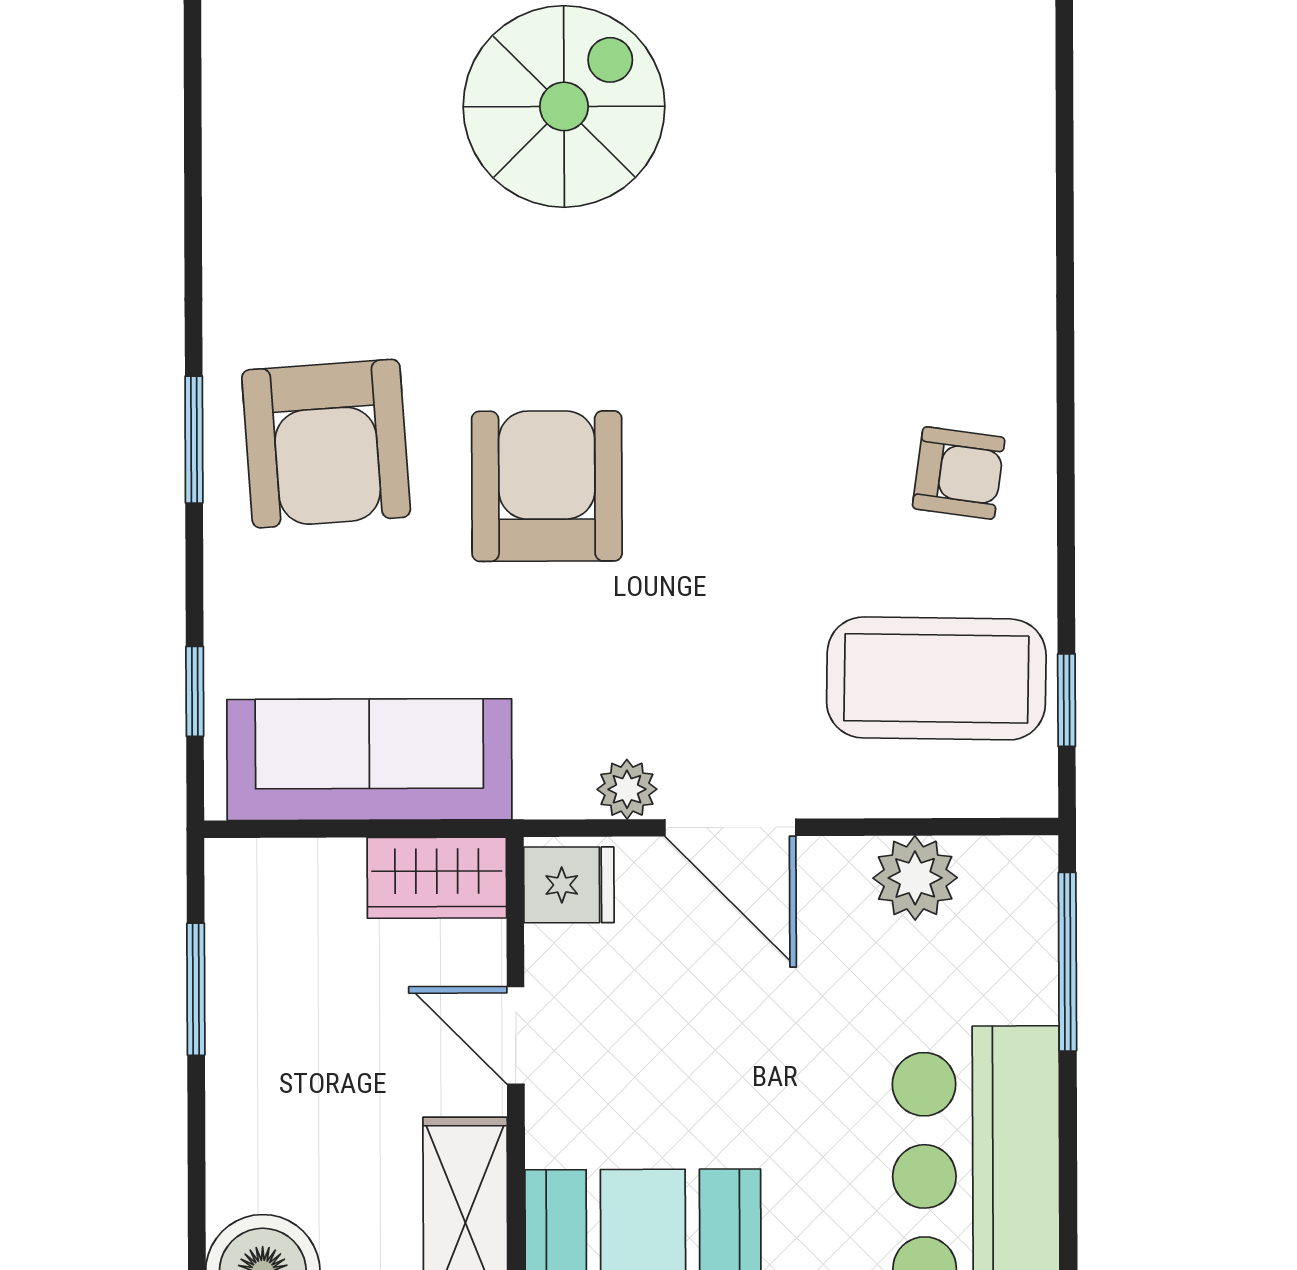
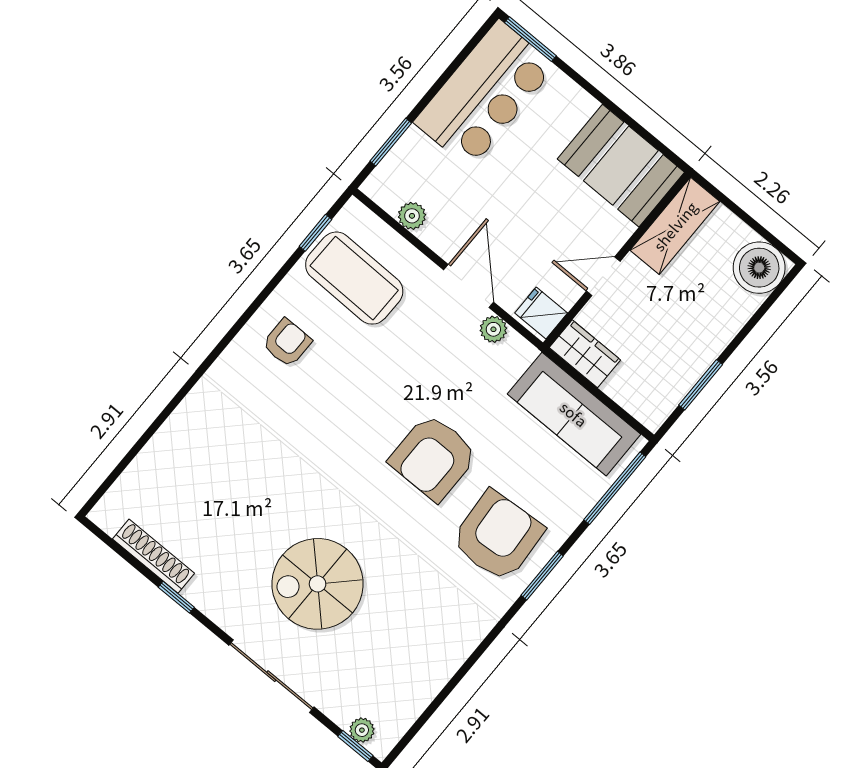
armchair: (959, 473) -> (287, 343), turned 82
window: (195, 691) -> (615, 488), width x2.17
plant: (915, 878) -> (412, 216), width x0.73, depth x0.73
window: (1068, 962) -> (391, 142), width x0.69
door: (516, 1035) -> (603, 276), swing flipped

